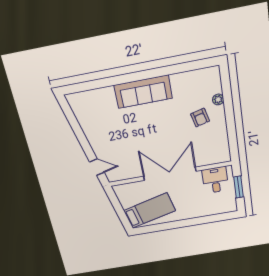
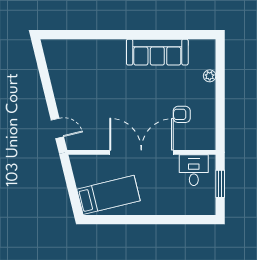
sofa: (143, 92) -> (157, 52), moved
armchair: (200, 118) -> (182, 114), moved, turned 104

